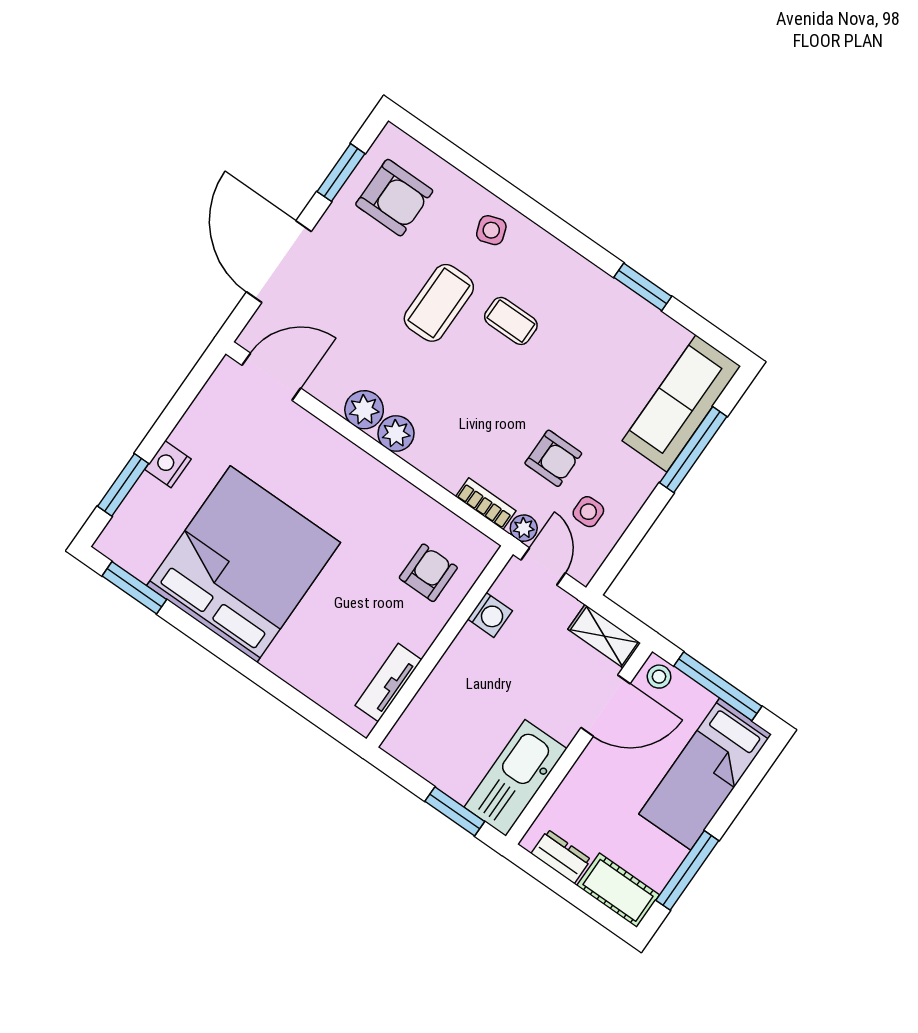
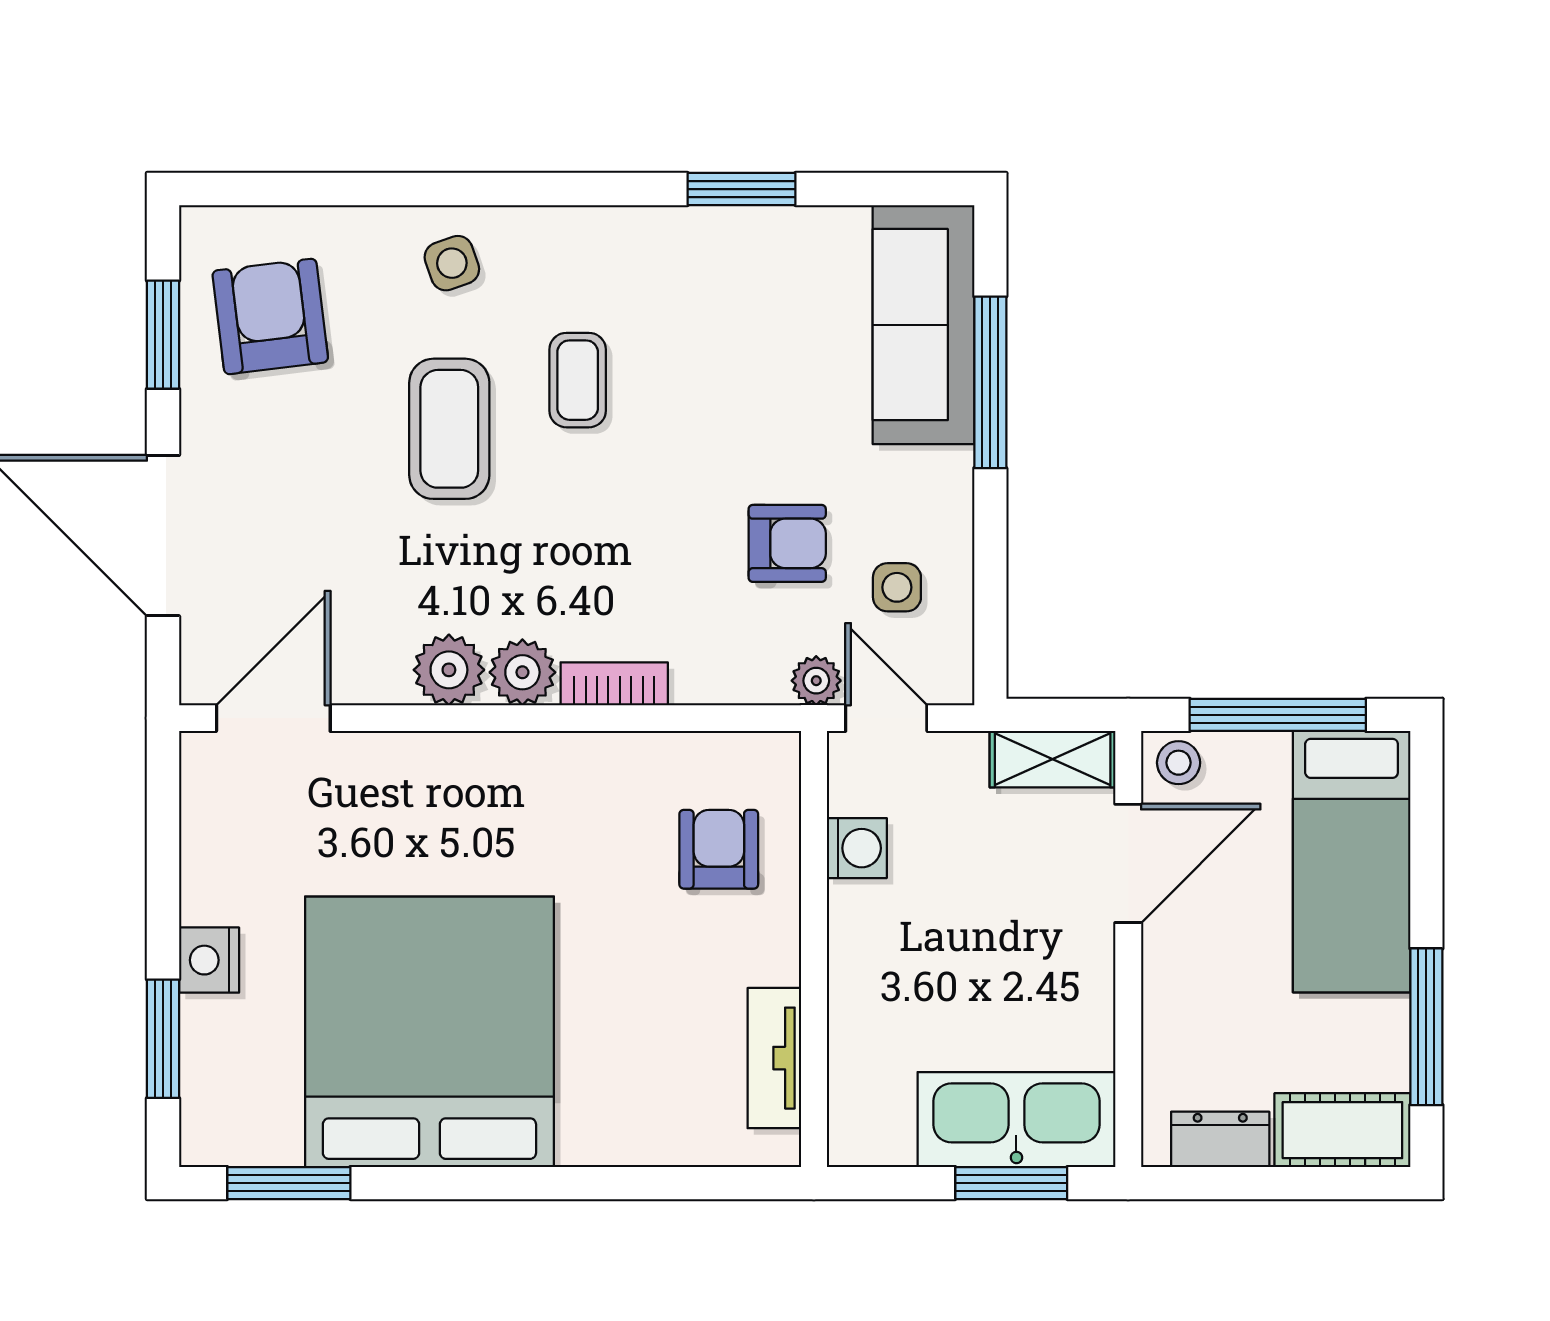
armchair: (394, 198) -> (270, 316), turned -97
coffee table: (511, 321) -> (578, 380), turned 90
bookcase: (486, 504) -> (614, 684), moved
kitchen sink: (515, 778) -> (1016, 1120), moved, turned 90

